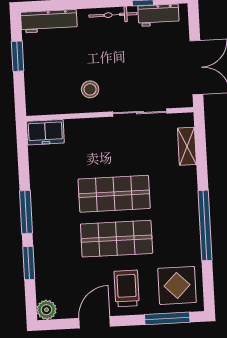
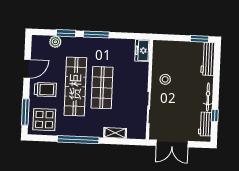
window: (18, 56) -> (199, 39), moved
shelving: (187, 146) -> (115, 133), moved
shop shelf: (117, 239) -> (75, 87), width x1.40
plant: (46, 310) -> (55, 42), moved
door: (95, 322) -> (27, 69), hinge flipped

